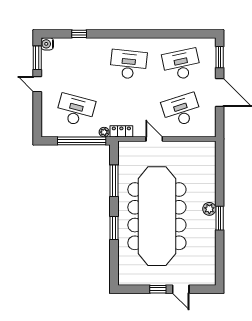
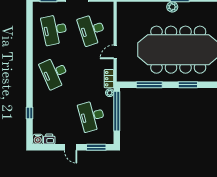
window: (37, 58) -> (96, 147), moved
printer: (47, 58) -> (49, 139), added
desk: (128, 64) -> (54, 73), turned -30
door: (37, 84) -> (71, 147), hinge flipped
desk: (76, 110) -> (92, 116), turned -30

